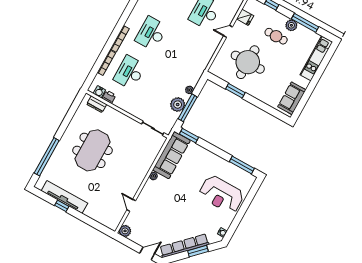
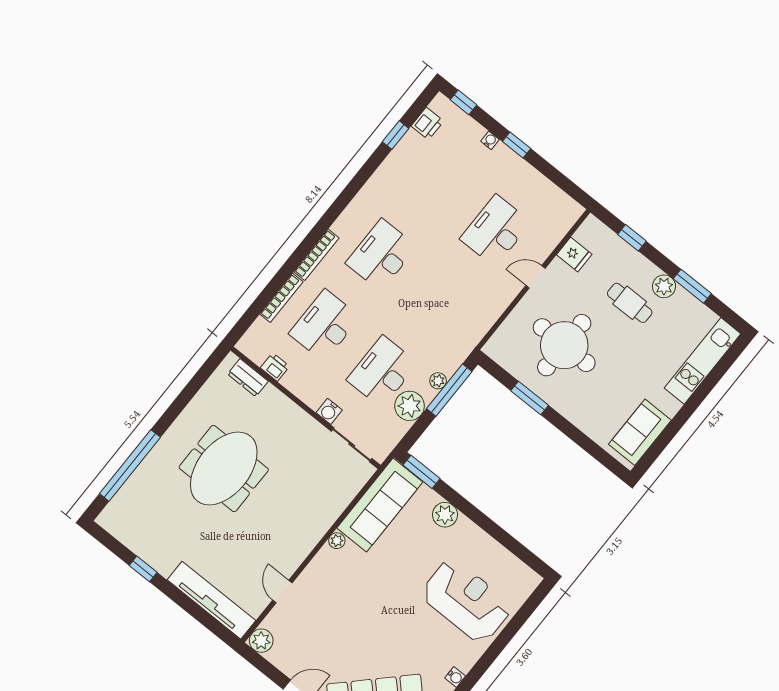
window: (305, 23) -> (692, 286), width x0.69
desk: (161, 90) -> (382, 372), added
water cooler: (99, 92) -> (329, 411), moved
window: (188, 108) -> (449, 390), moved
plant: (204, 154) -> (445, 515), added
window: (242, 165) -> (517, 549), removed
reception desk: (221, 195) -> (466, 601), turned 180
tv unit: (64, 197) -> (211, 600), moved

